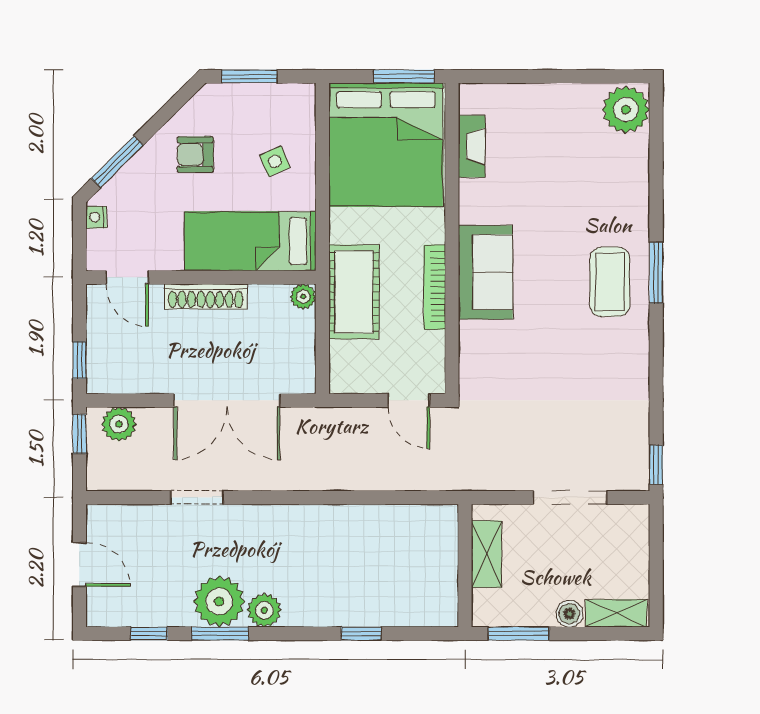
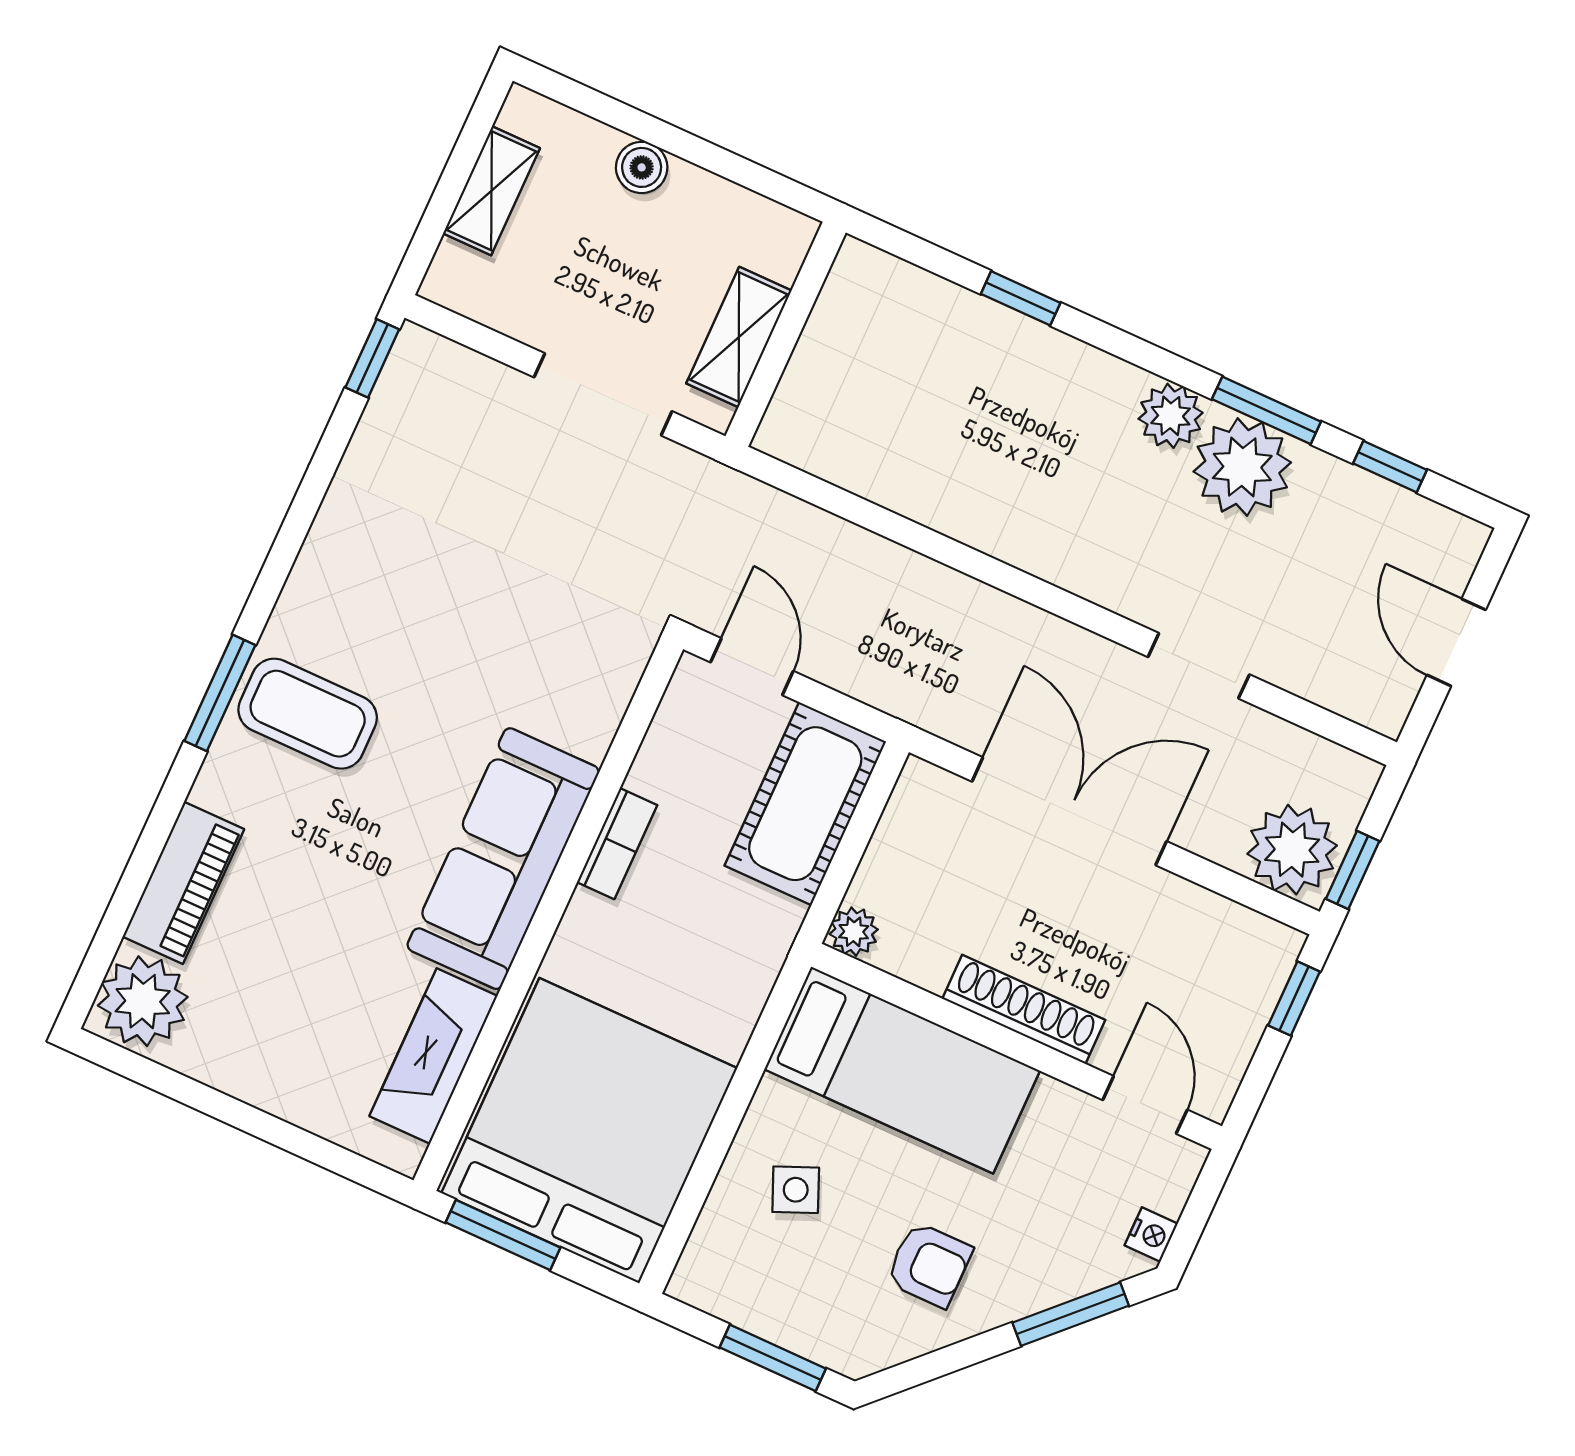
fireplace: (472, 146) -> (433, 1056), width x1.37, depth x1.32
piano: (632, 175) -> (183, 883), added
sofa: (486, 272) -> (503, 859), width x1.36
coffee table: (610, 282) -> (308, 714), turned 90
bookcase: (435, 287) -> (617, 844), width x0.64
cot: (354, 292) -> (805, 804), moved
plant: (119, 424) -> (1292, 850), width x1.36, depth x1.36
doorway: (570, 498) -> (603, 394), moved
shelving: (616, 613) -> (491, 191), moved, turned 90
window: (519, 634) -> (746, 173), removed

